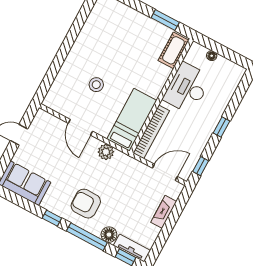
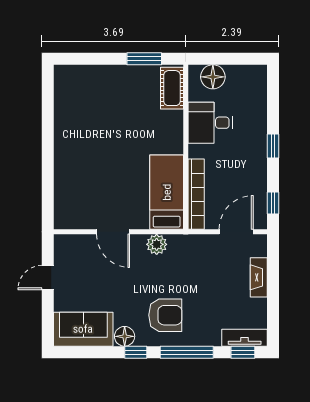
floor lamp: (212, 56) -> (213, 77), width x1.89, depth x1.89
stool: (96, 85) -> (105, 174), removed
desk: (187, 88) -> (210, 123), width x0.73
armchair: (86, 204) -> (165, 315), turned 180
floor lamp: (109, 235) -> (125, 336), moved

